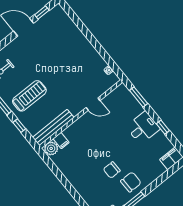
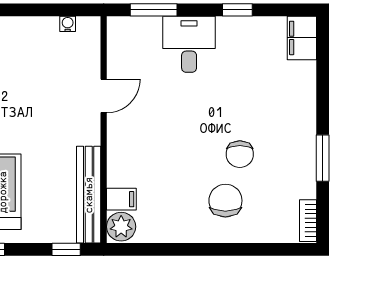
window: (19, 126) -> (66, 249), moved
desk: (143, 128) -> (189, 44), moved
chair: (131, 182) -> (225, 201), moved

